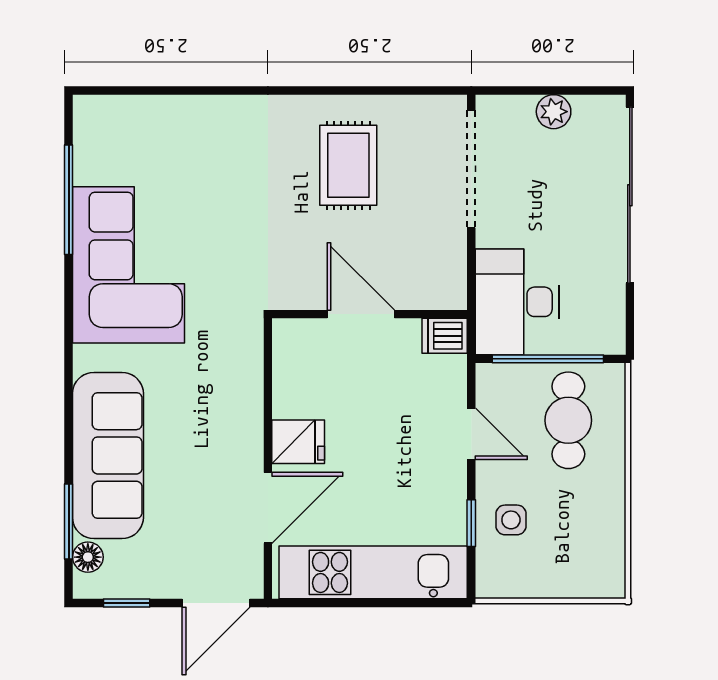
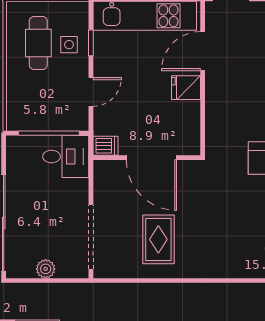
desk: (517, 302) -> (66, 157), width x0.73
door: (361, 314) -> (151, 158), width x1.36
cafe table: (568, 420) -> (38, 43), moved
door: (471, 434) -> (91, 92), swing flipped

